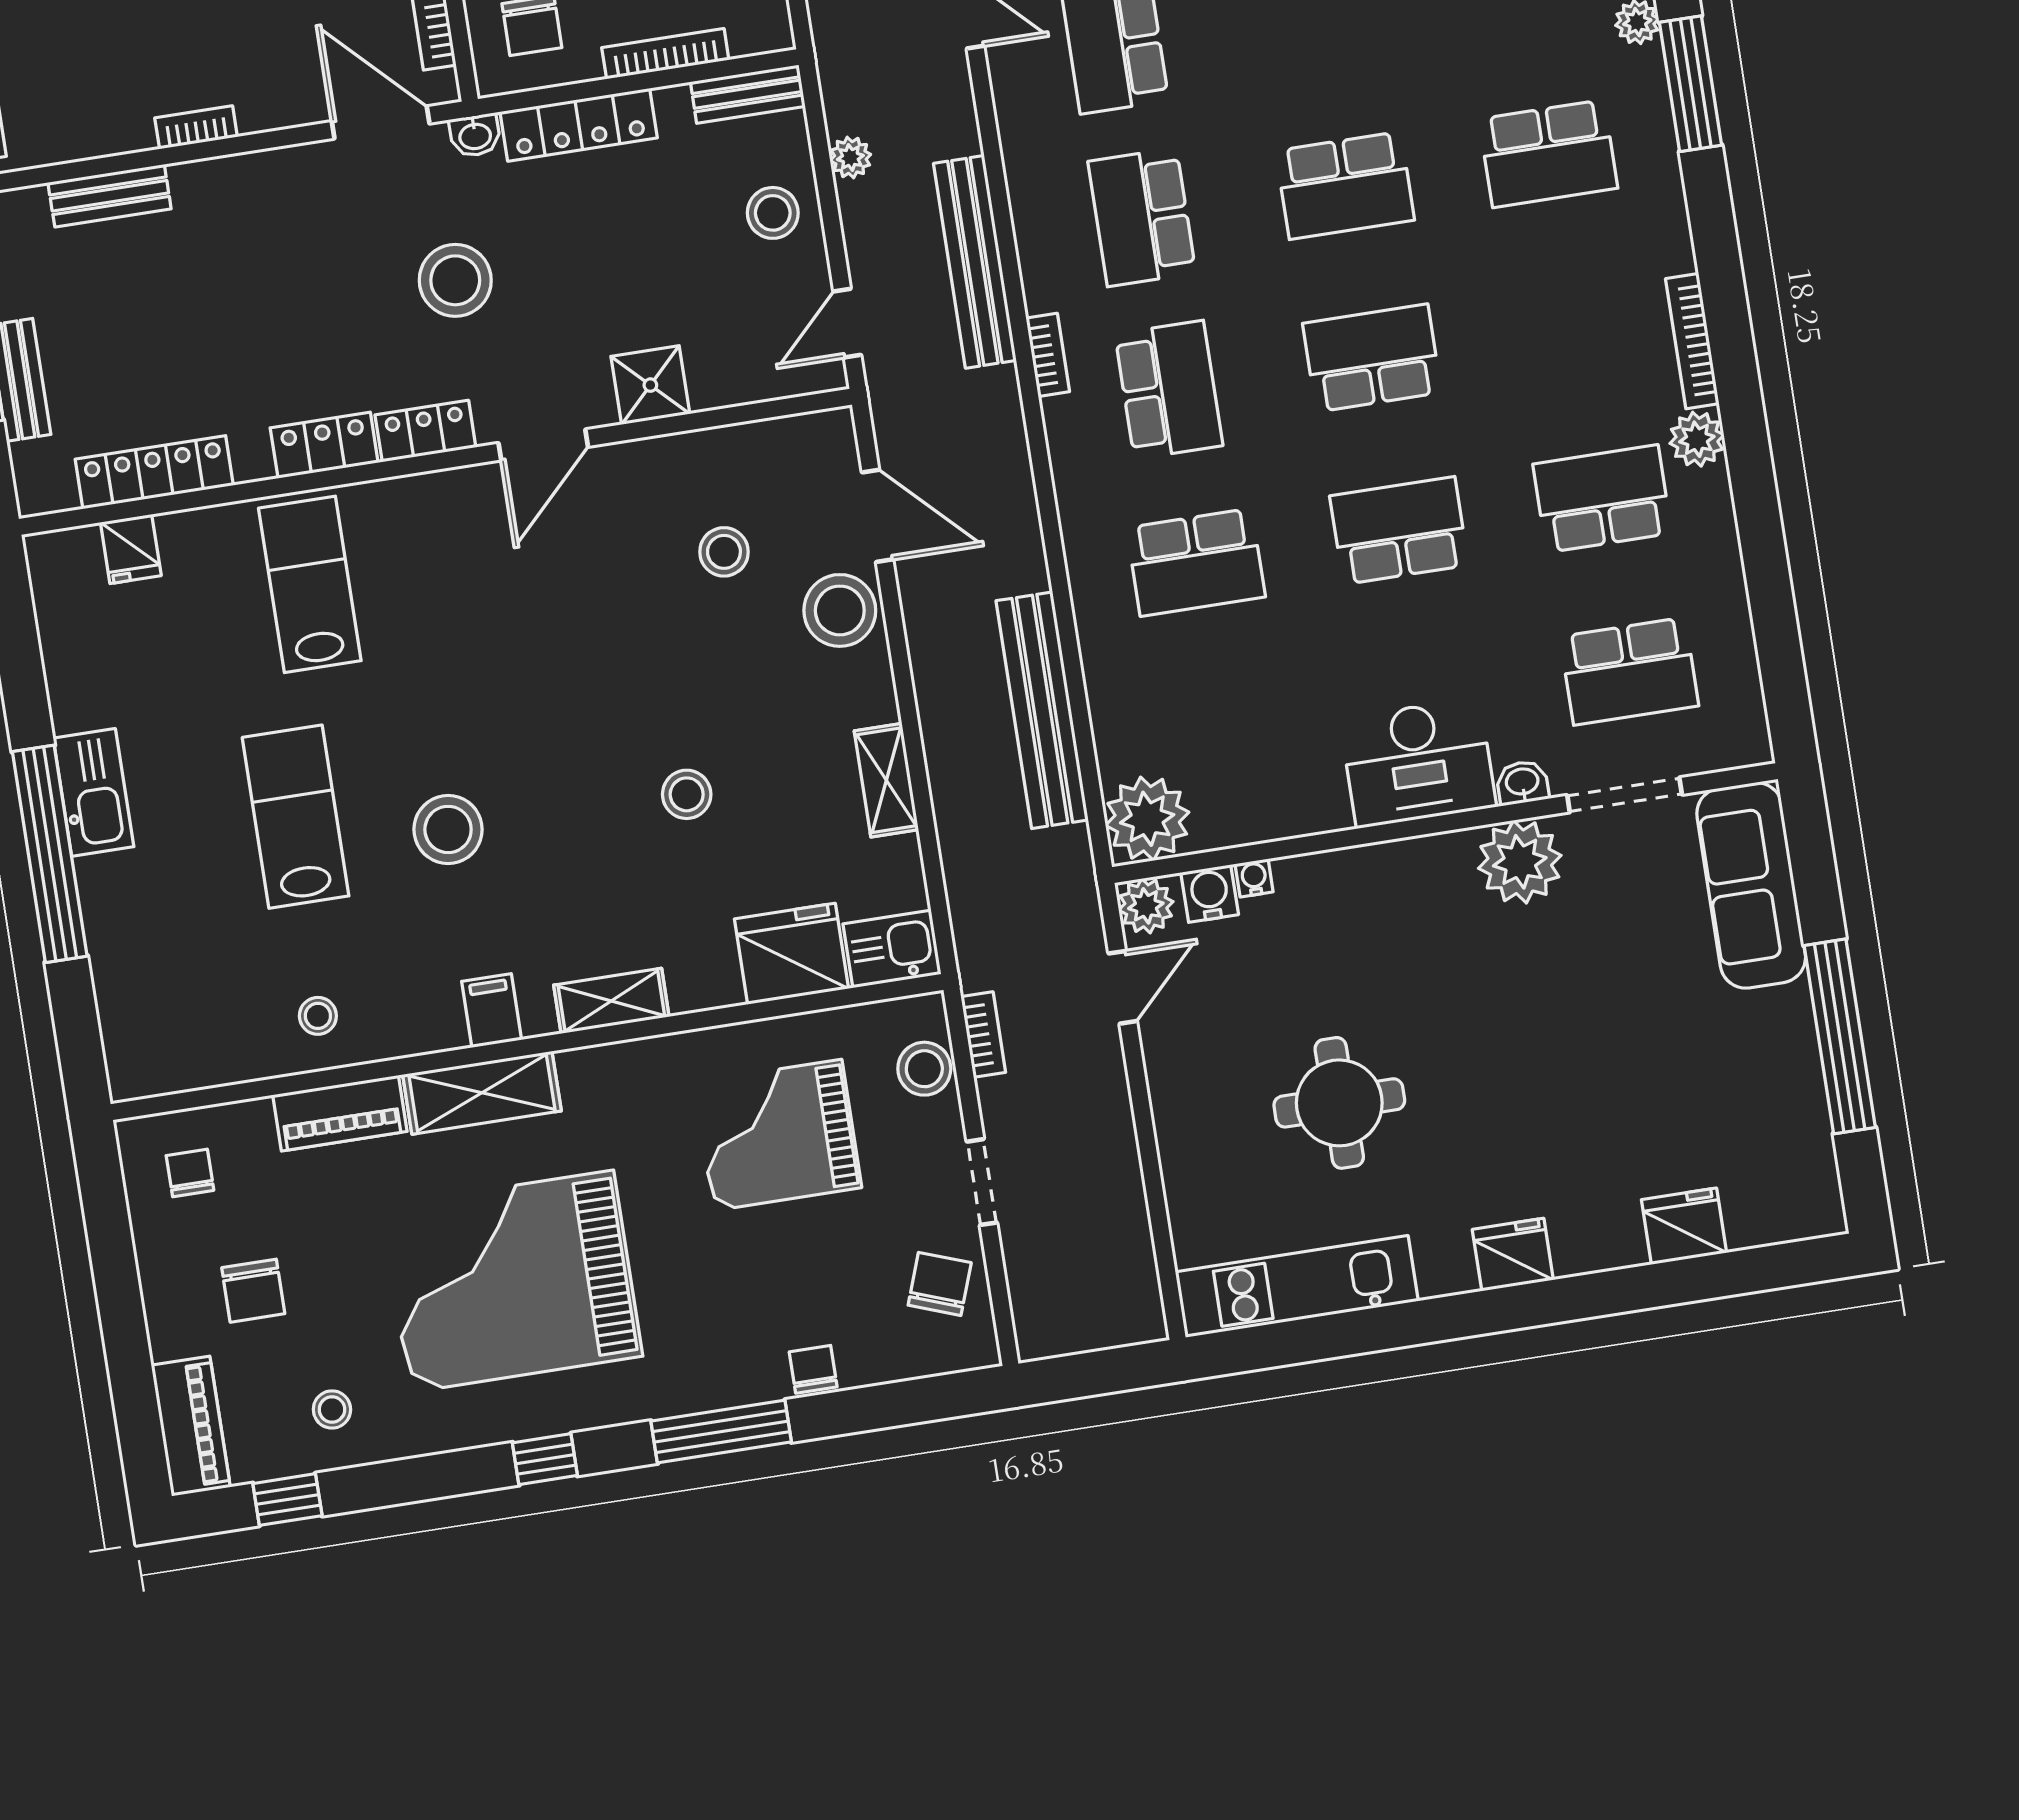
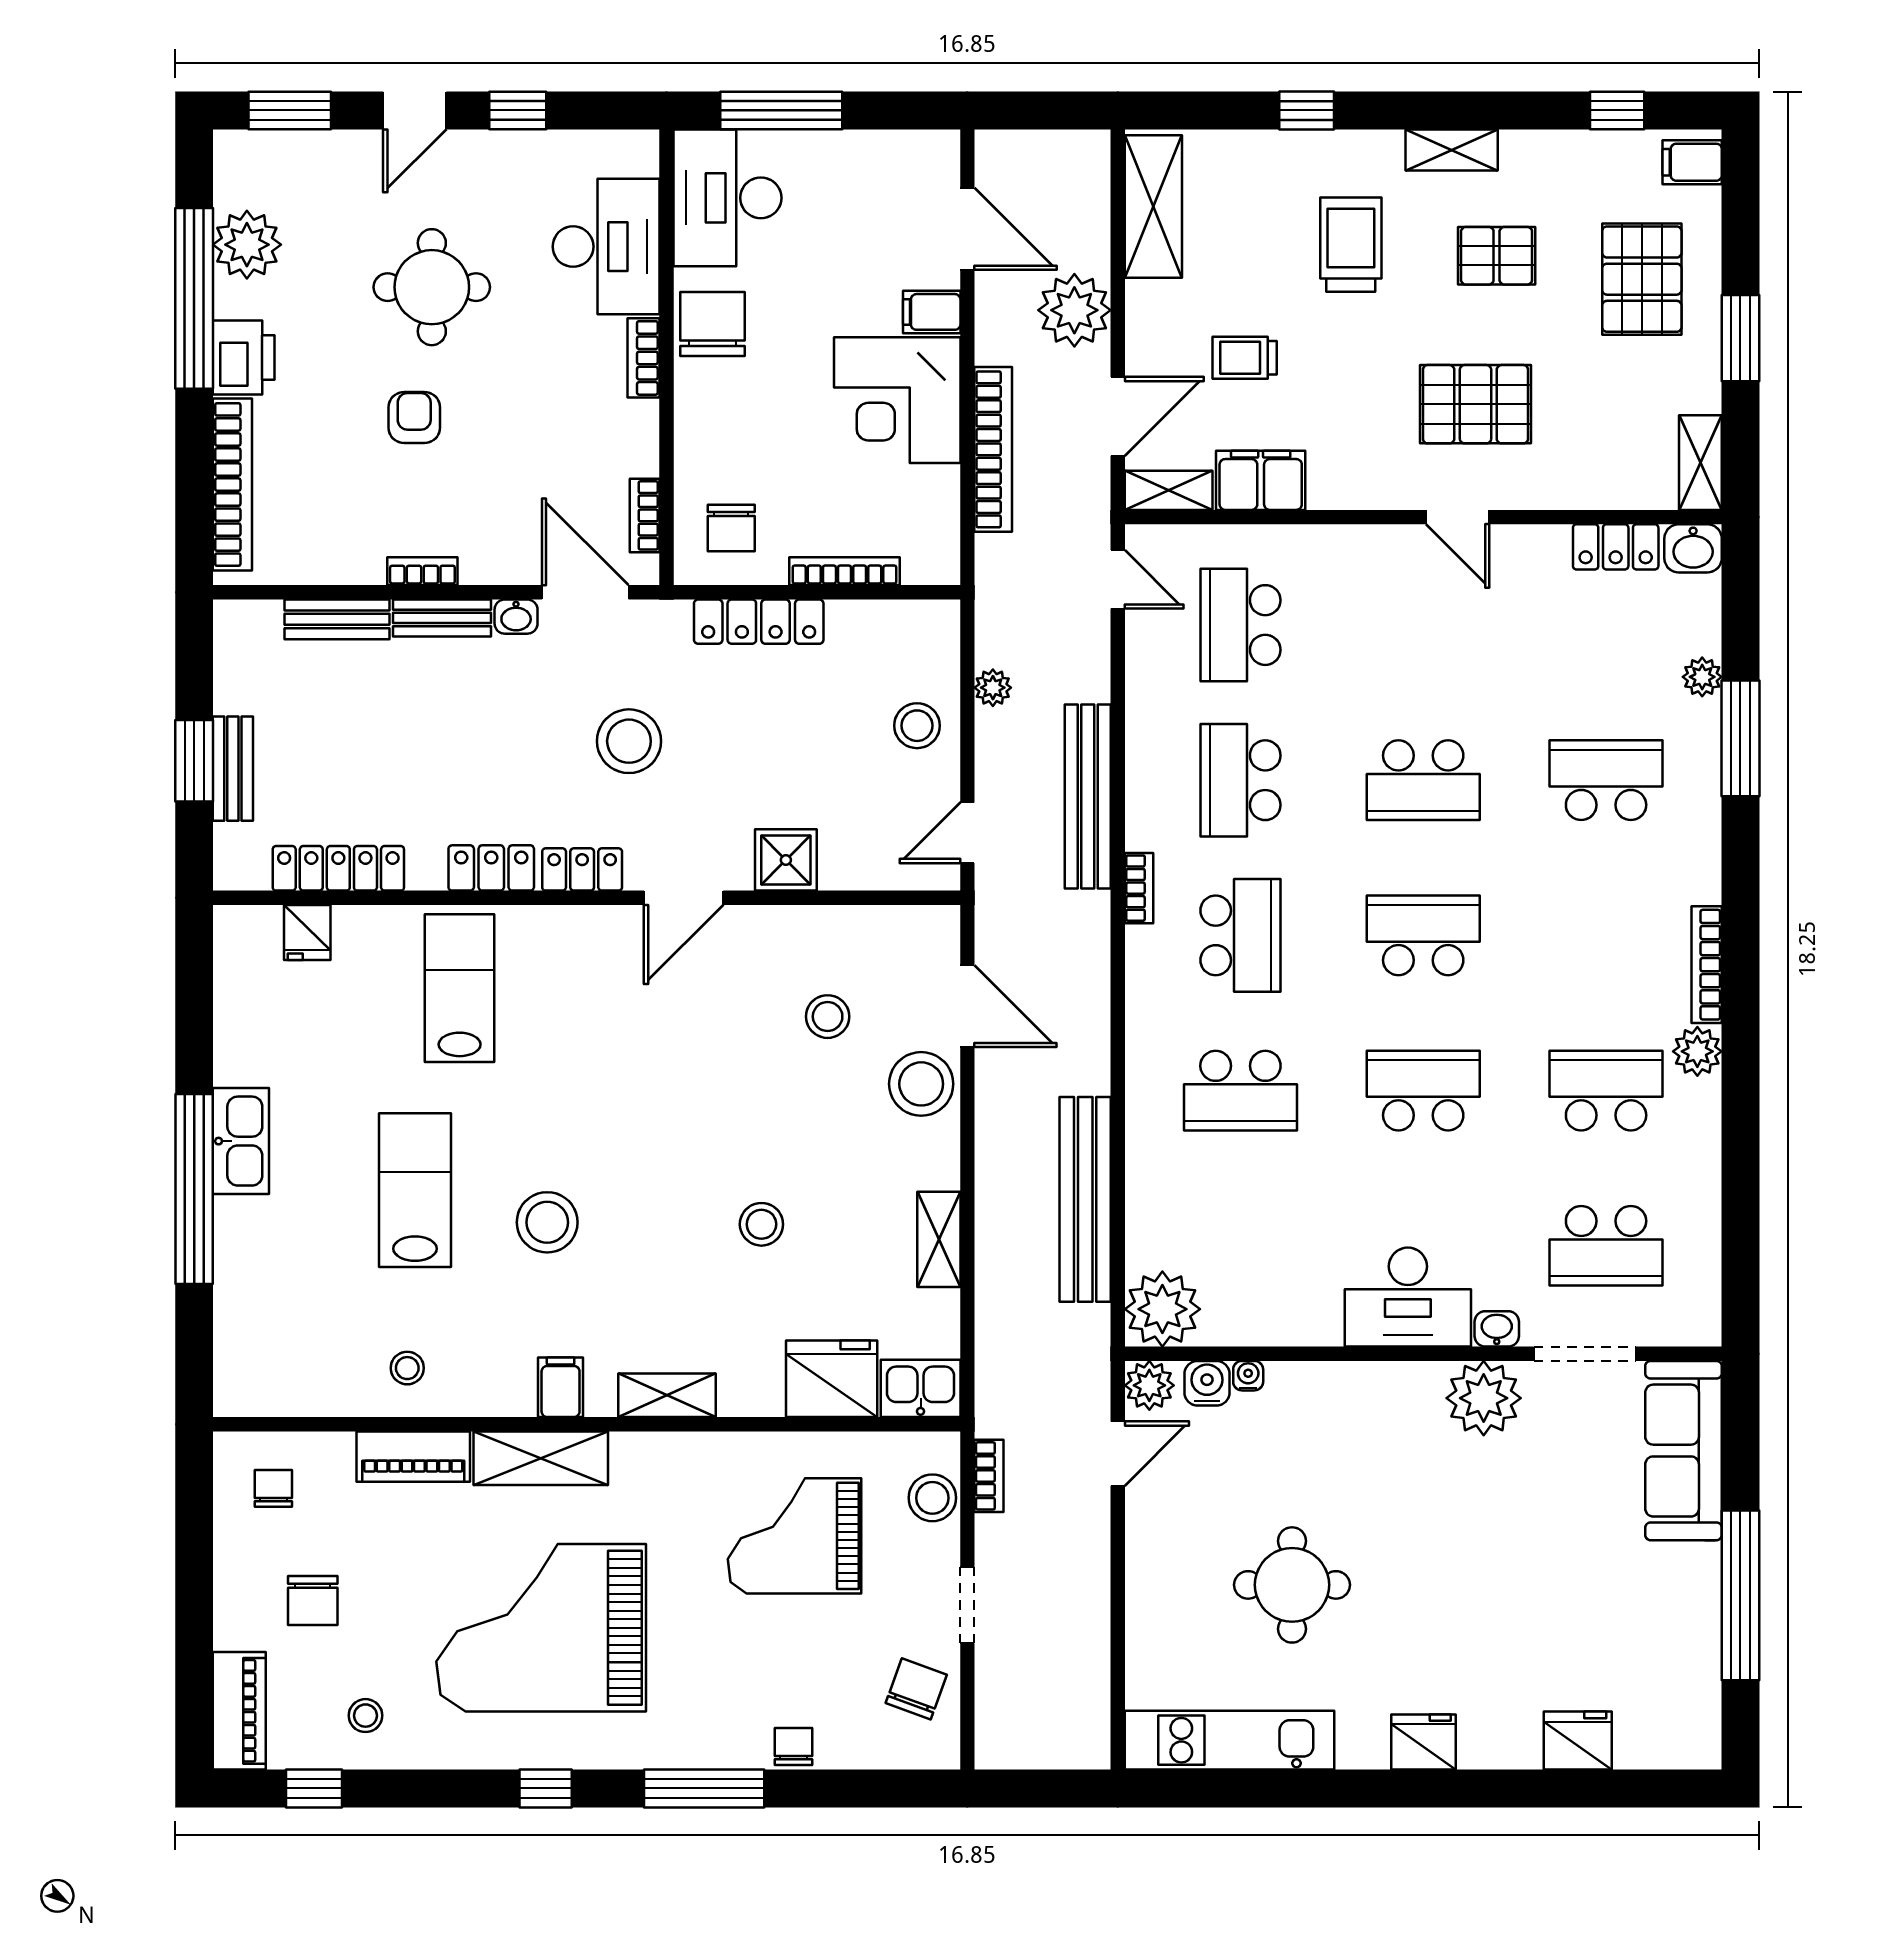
bench: (748, 94) -> (442, 618), moved
washbasin: (475, 135) -> (516, 617), moved
school desk: (1548, 154) -> (1606, 780), turned 180

